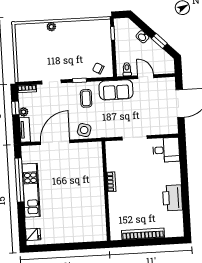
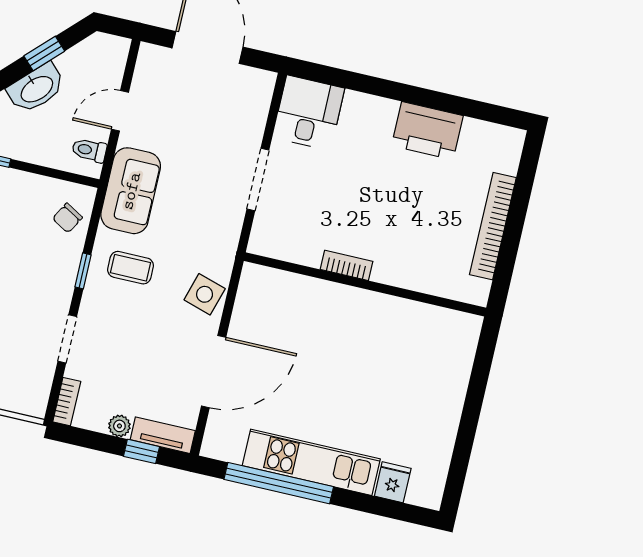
washbasin: (142, 37) -> (36, 88), width x1.91, depth x1.45
window: (15, 108) -> (141, 451), moved
door: (55, 142) -> (214, 372), swing flipped
fridge: (33, 234) -> (393, 482), moved

